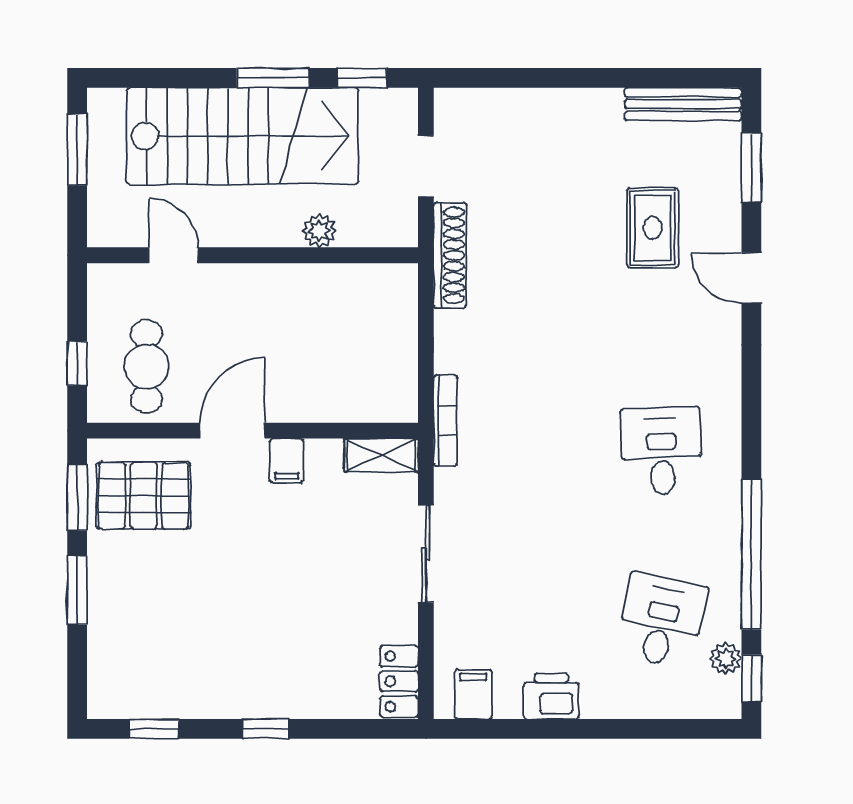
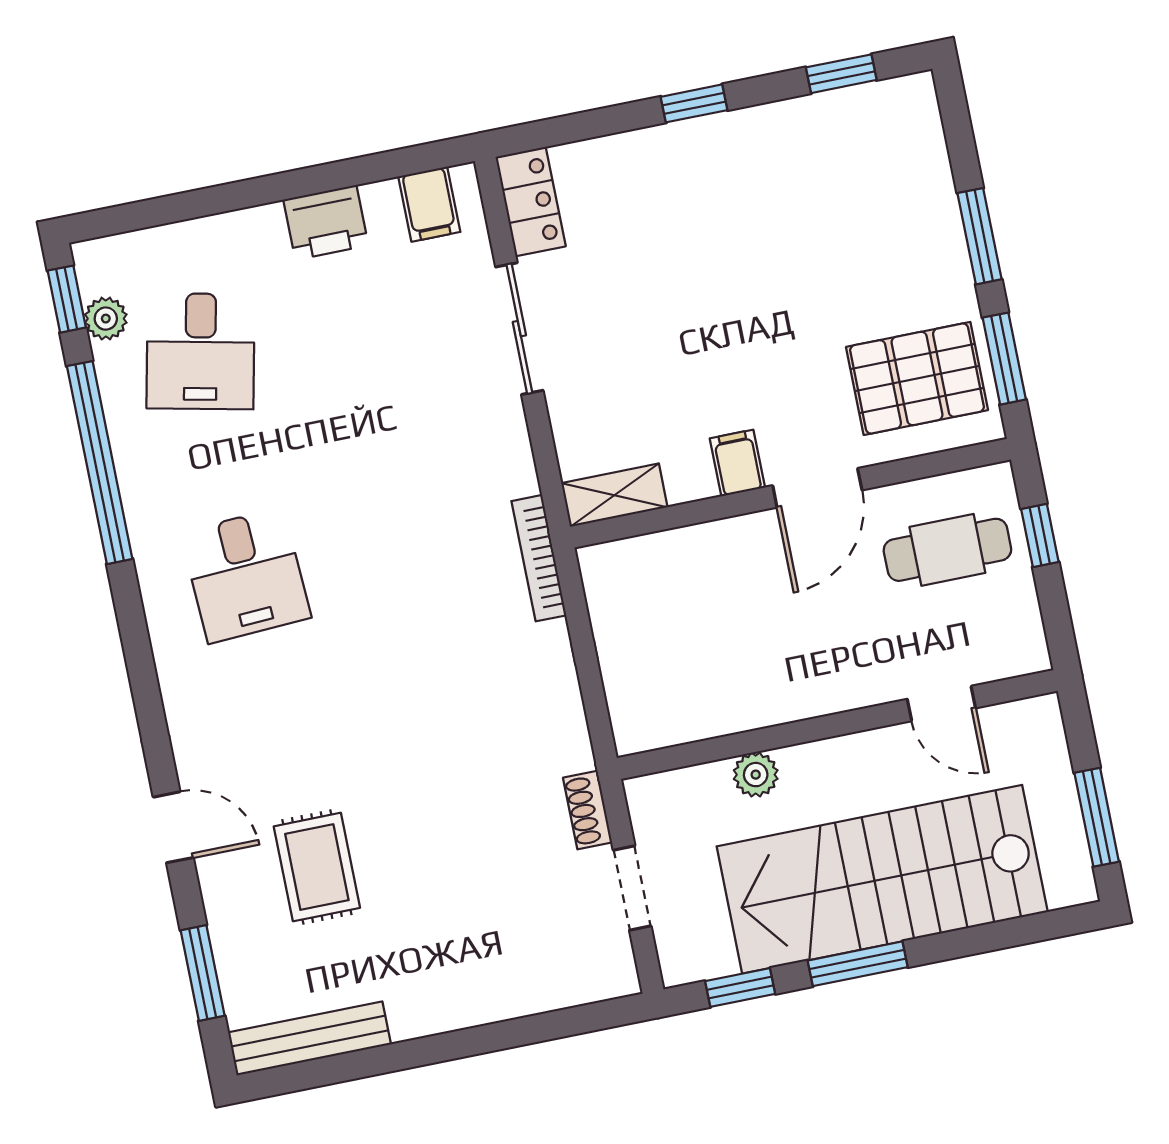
shoe rack: (450, 255) -> (588, 810), width x0.51, depth x0.81
cafe table: (147, 366) -> (947, 550), turned 90
sliding door: (426, 554) -> (519, 329), moved

